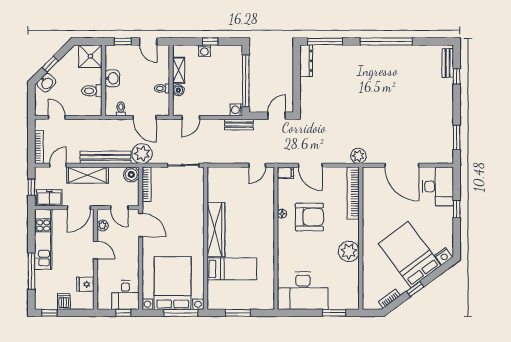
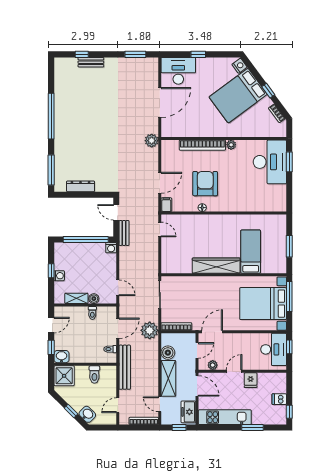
dresser: (306, 61) -> (81, 186), moved
bench: (448, 63) -> (91, 62), moved
washbasin: (112, 78) -> (61, 357), moved
bench: (239, 125) -> (124, 233), moved
bench: (106, 157) -> (125, 367), moved
boiler: (131, 174) -> (168, 353), moved
bookcase: (353, 193) -> (202, 145), moved
plant: (349, 251) -> (231, 145), width x0.53, depth x0.53
window: (31, 271) -> (253, 428), width x0.69
fridge: (85, 284) -> (251, 380), moved
desk: (303, 291) -> (270, 162), moved
desk: (125, 295) -> (274, 349), width x1.37

